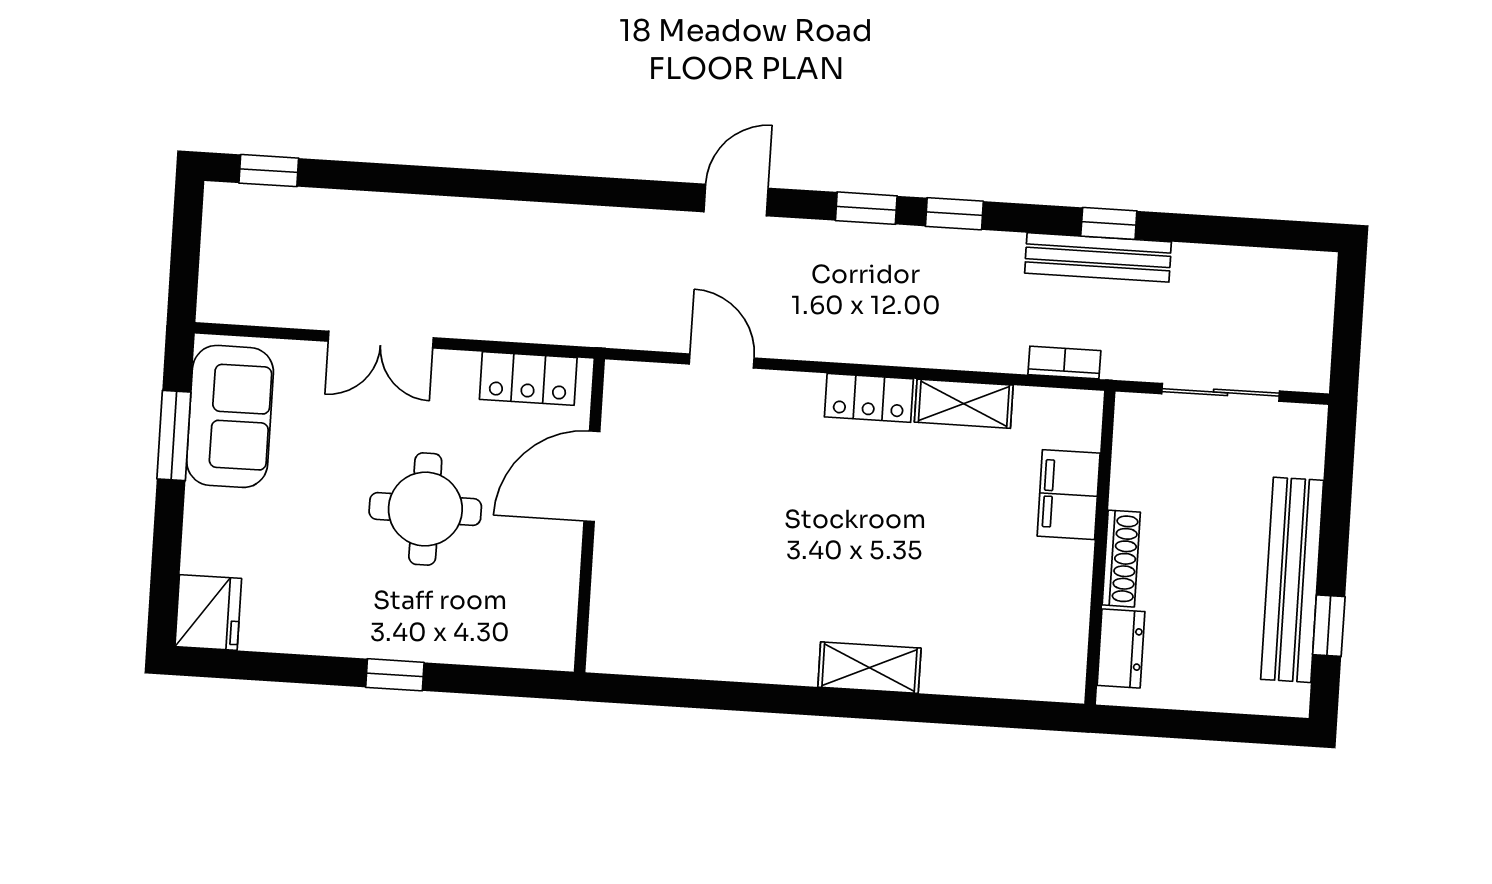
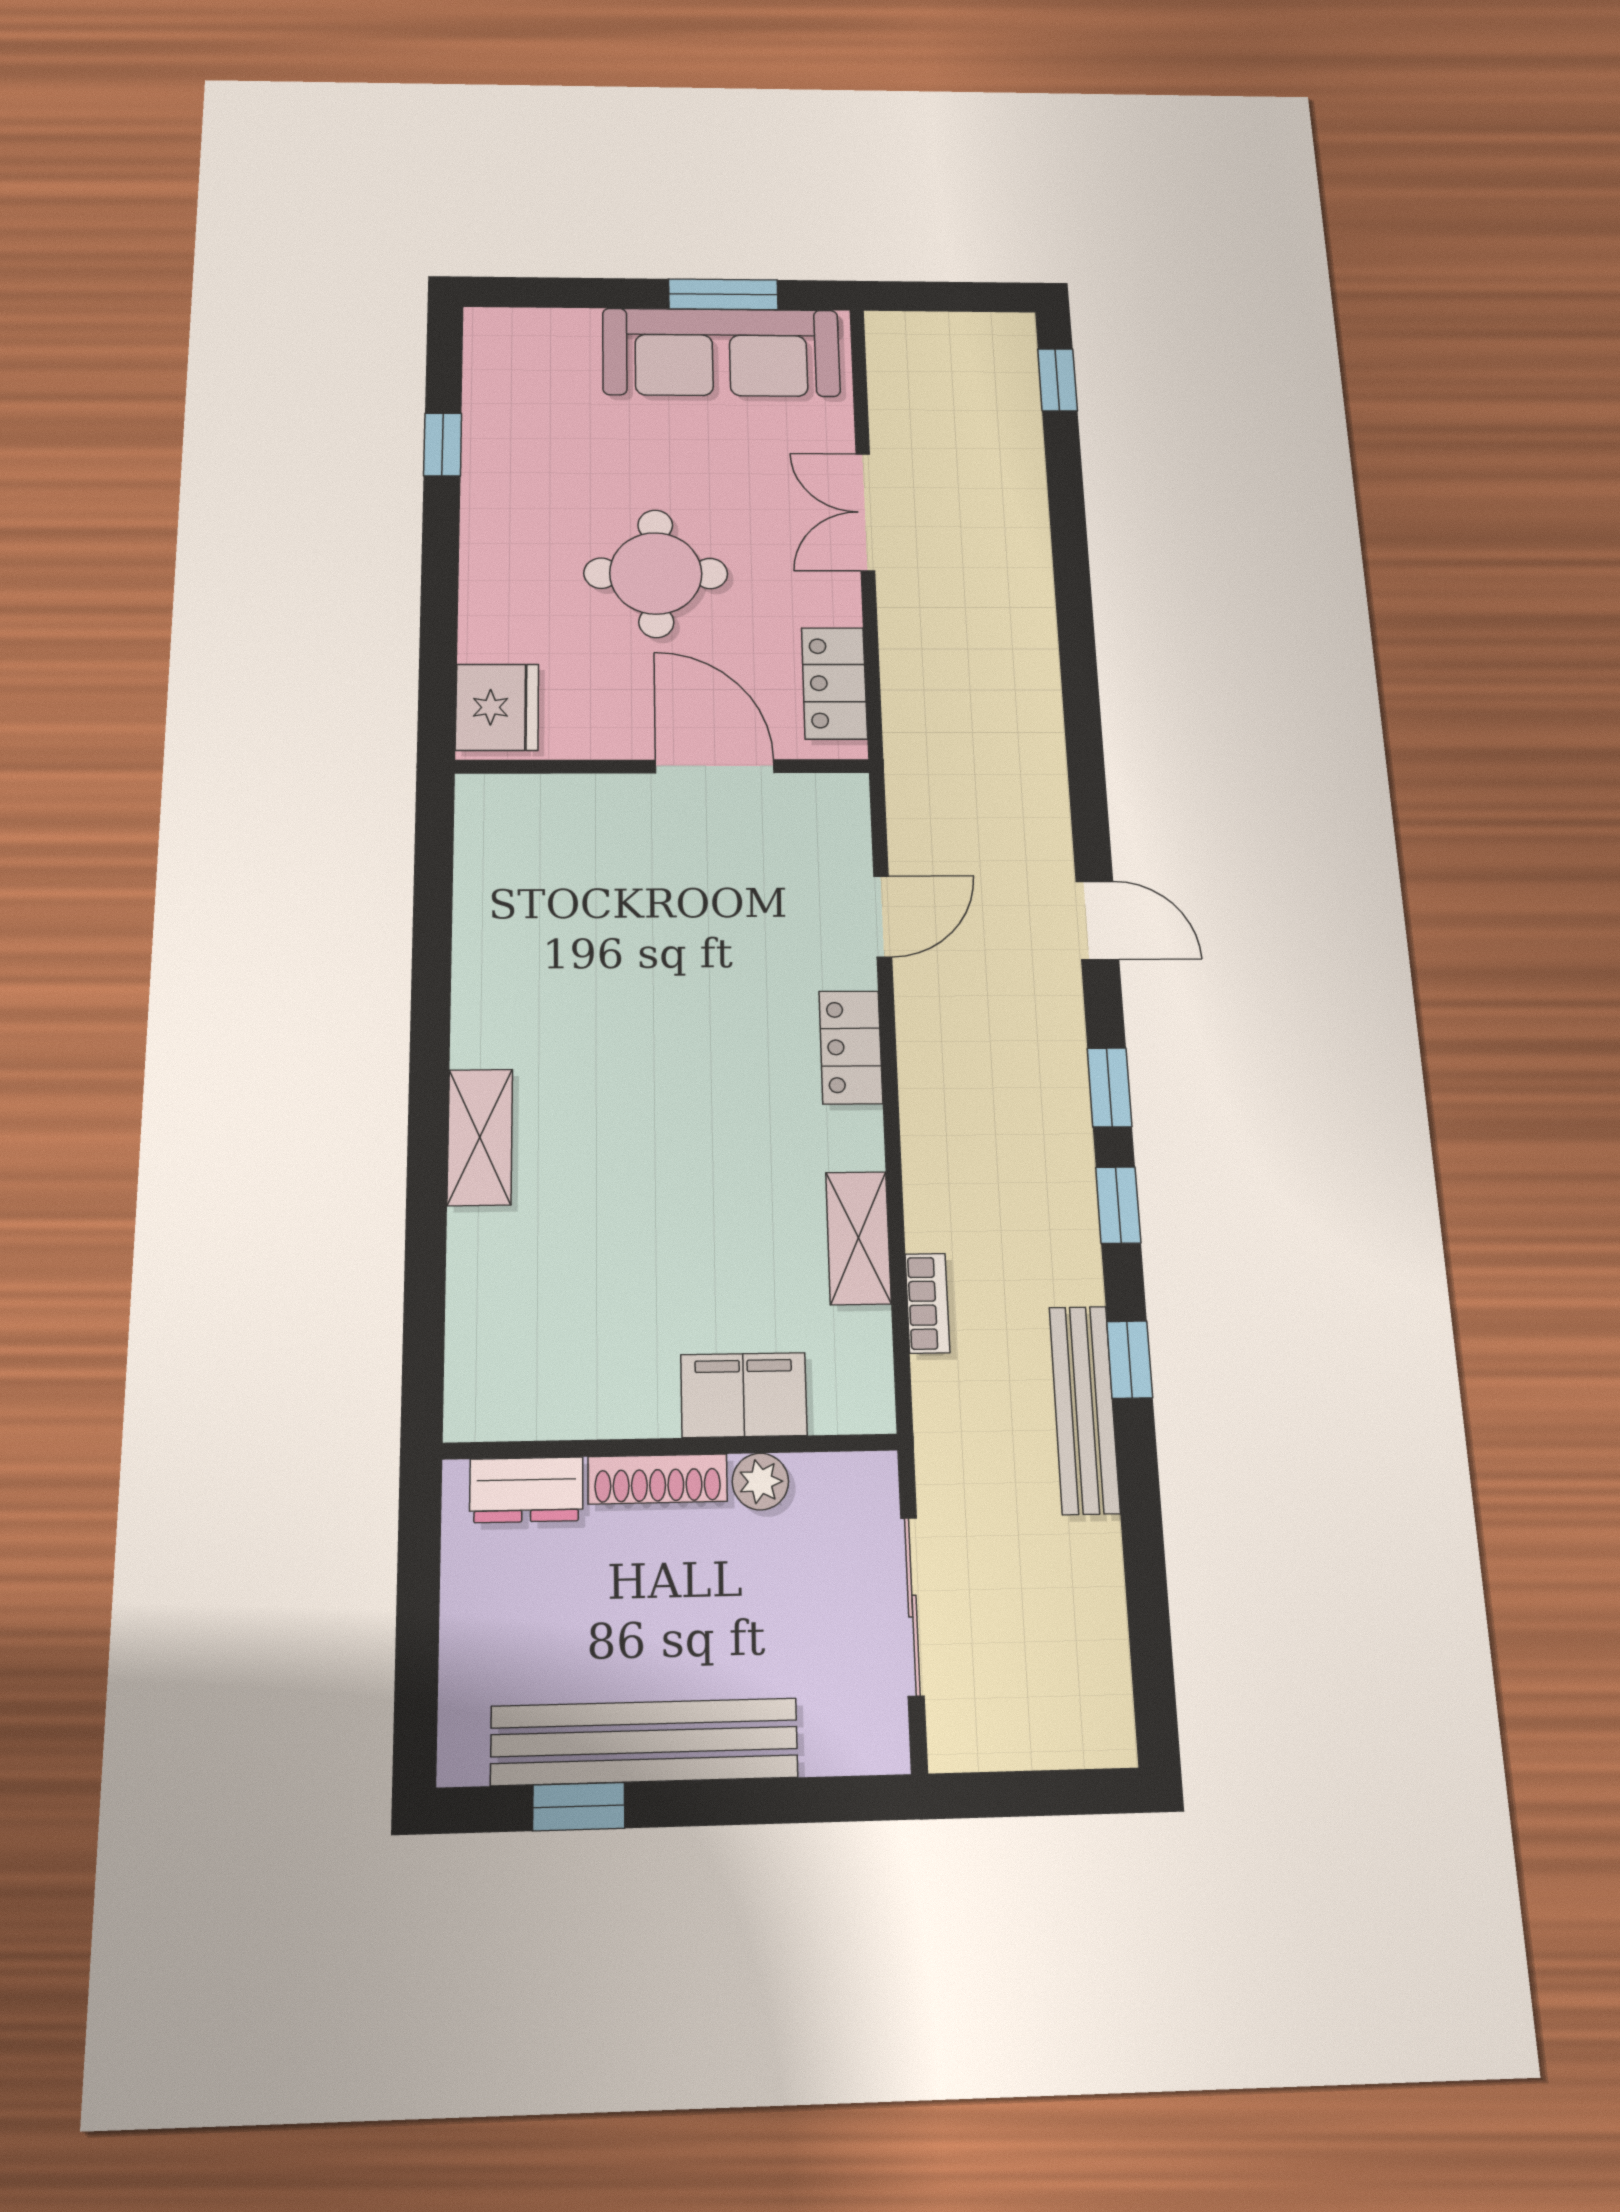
window: (1109, 223) -> (1130, 1359), moved
bookcase: (1064, 363) -> (927, 1303), moved
locker: (869, 398) -> (851, 1047), moved
sofa: (230, 416) -> (721, 352), width x1.36
plant: (1129, 488) -> (760, 1482), added
fridge: (208, 613) -> (497, 707), moved, turned -90
window: (395, 675) -> (443, 444), moved

